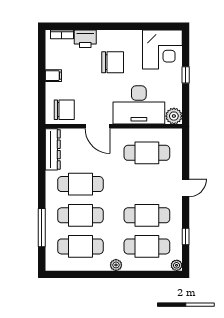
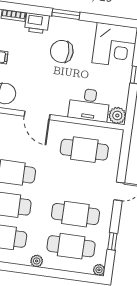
window: (112, 26) -> (66, 14), added
chair: (113, 62) -> (62, 51), turned 180
desk: (139, 105) -> (89, 105), width x0.73, depth x0.77

